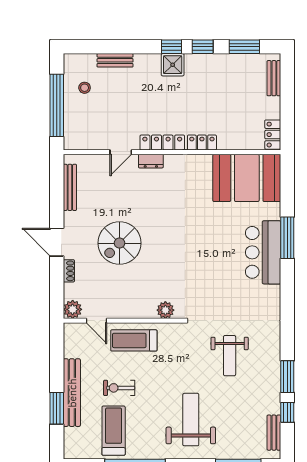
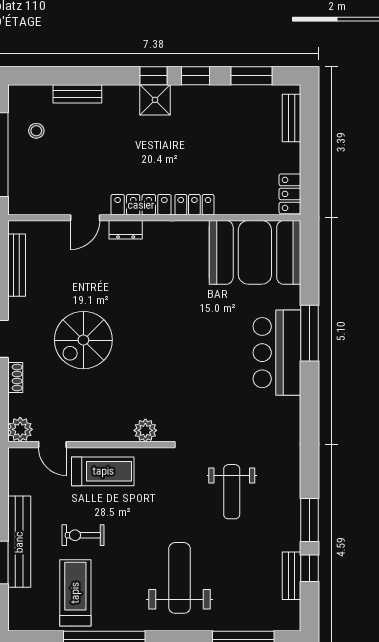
treadmill: (134, 340) -> (103, 471), turned 180
bench: (274, 433) -> (291, 576), moved

